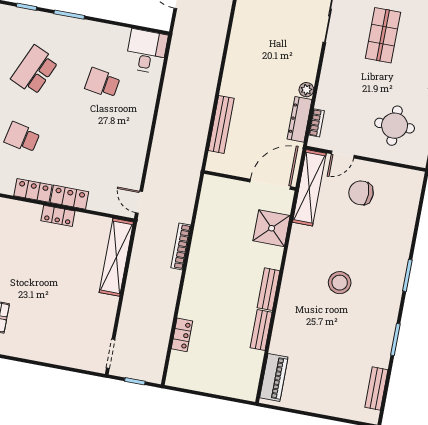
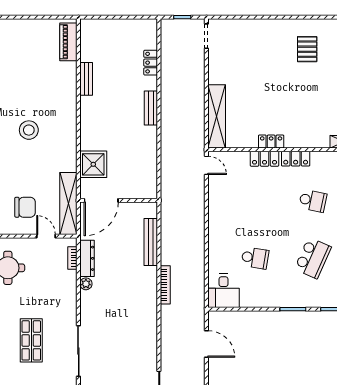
door: (343, 154) -> (46, 236), hinge flipped
bookcase: (181, 246) -> (165, 285), moved
bench: (268, 289) -> (151, 108), moved

